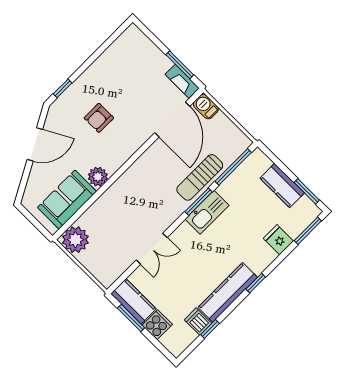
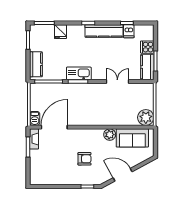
sun lounger: (200, 177) -> (67, 91), removed
kitchen counter: (282, 186) -> (36, 64), moved

